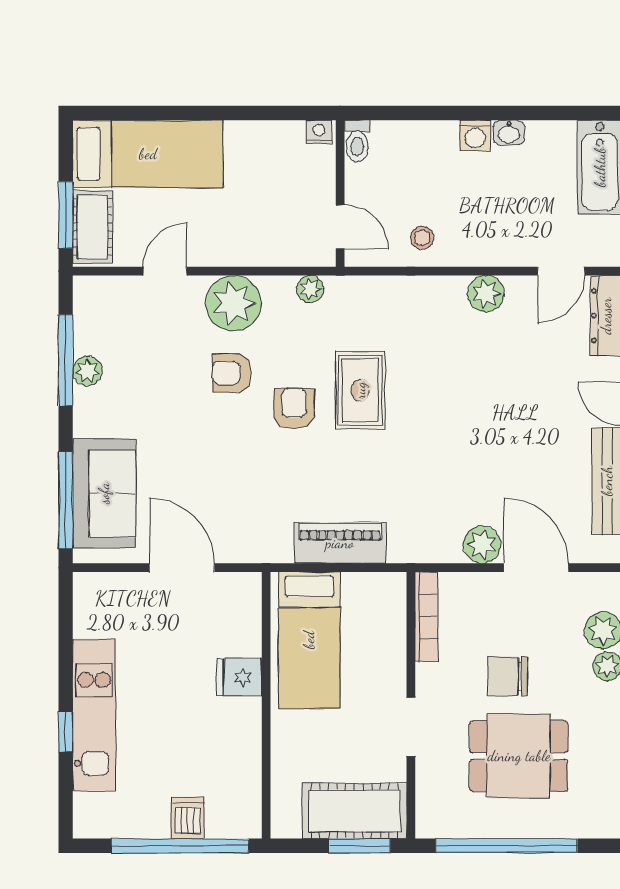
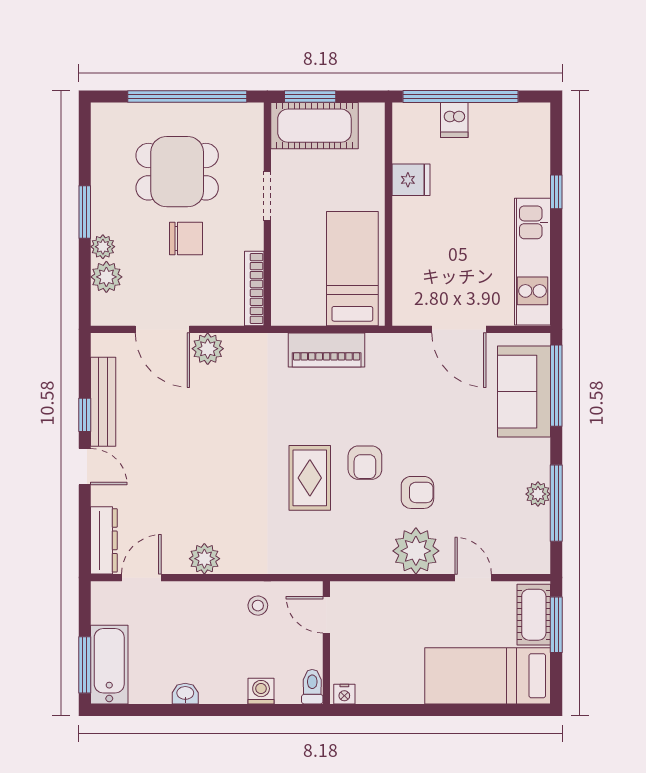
washing machine: (475, 136) -> (261, 691), moved
door: (165, 271) -> (473, 578), swing flipped
plant: (310, 289) -> (352, 563), removed
fridge: (239, 677) -> (411, 180), moved
kitchen unit: (94, 715) -> (533, 262), moved

